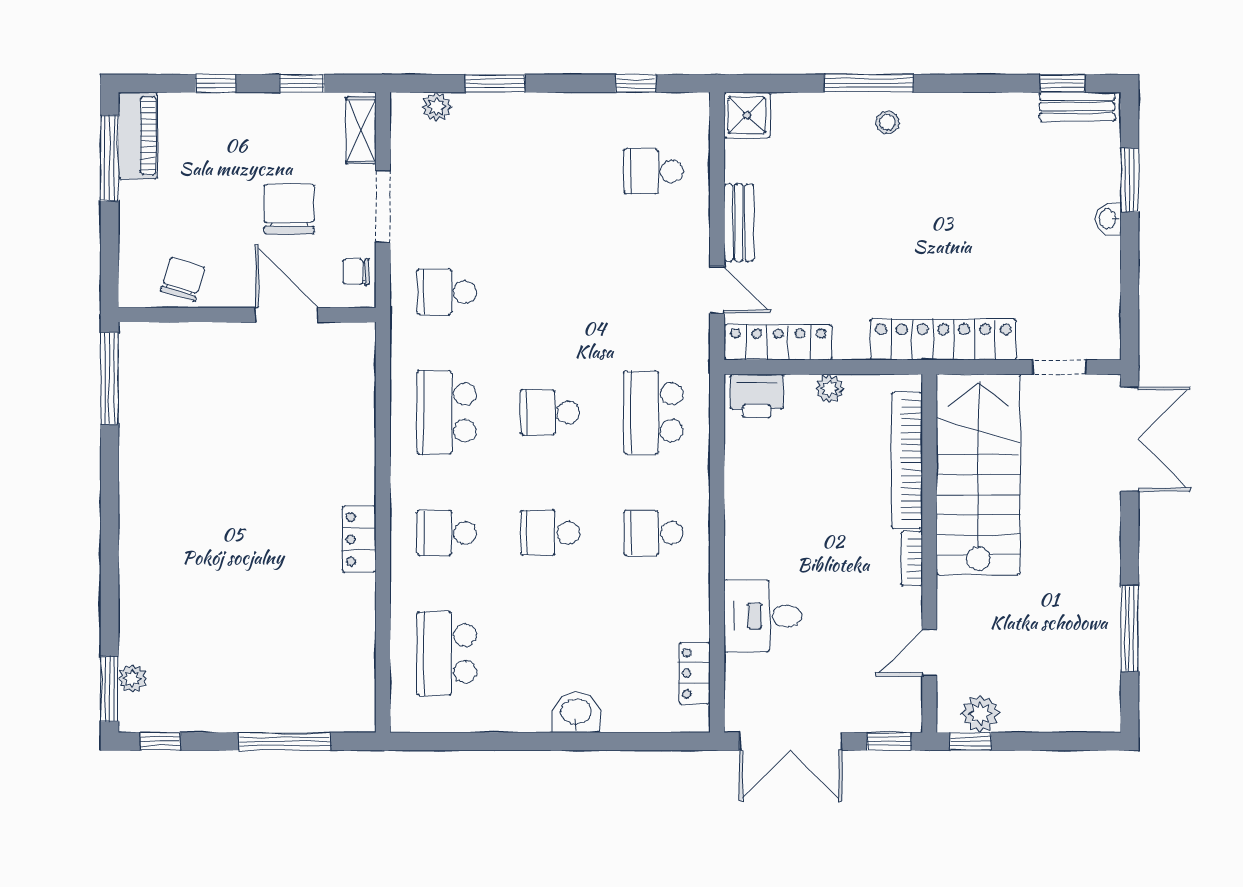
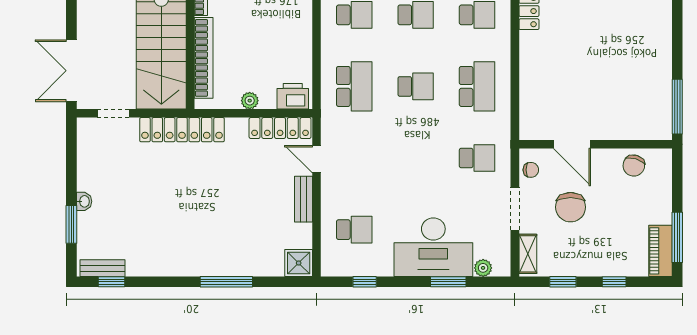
stool: (887, 122) -> (215, 259), removed
desk: (520, 142) -> (433, 247), added

